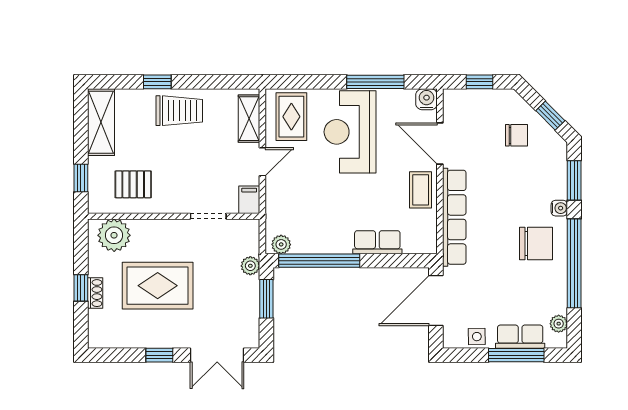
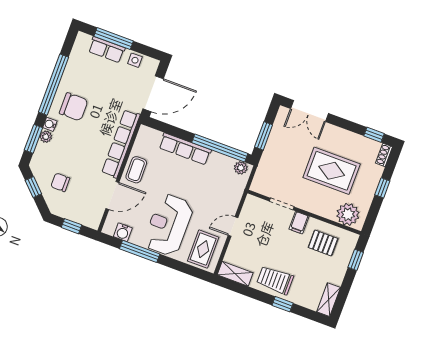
water cooler: (427, 99) -> (123, 232), moved
shelving: (249, 119) -> (235, 274), moved, turned 90
shelving: (101, 122) -> (329, 300), width x0.67, depth x0.75
reception desk: (350, 132) -> (168, 225), turned 180
door: (440, 144) -> (112, 195), hinge flipped
filing cabinet: (249, 200) -> (299, 223), moved
row of seats: (377, 242) -> (185, 149), width x1.48
chair: (536, 243) -> (74, 107), turned 180
plant: (250, 266) -> (266, 161), removed
shoe rack: (95, 293) -> (384, 155), moved
plant: (559, 324) -> (46, 137), moved
window: (159, 355) -> (374, 135), moved
double door: (217, 355) -> (309, 111), swing flipped

